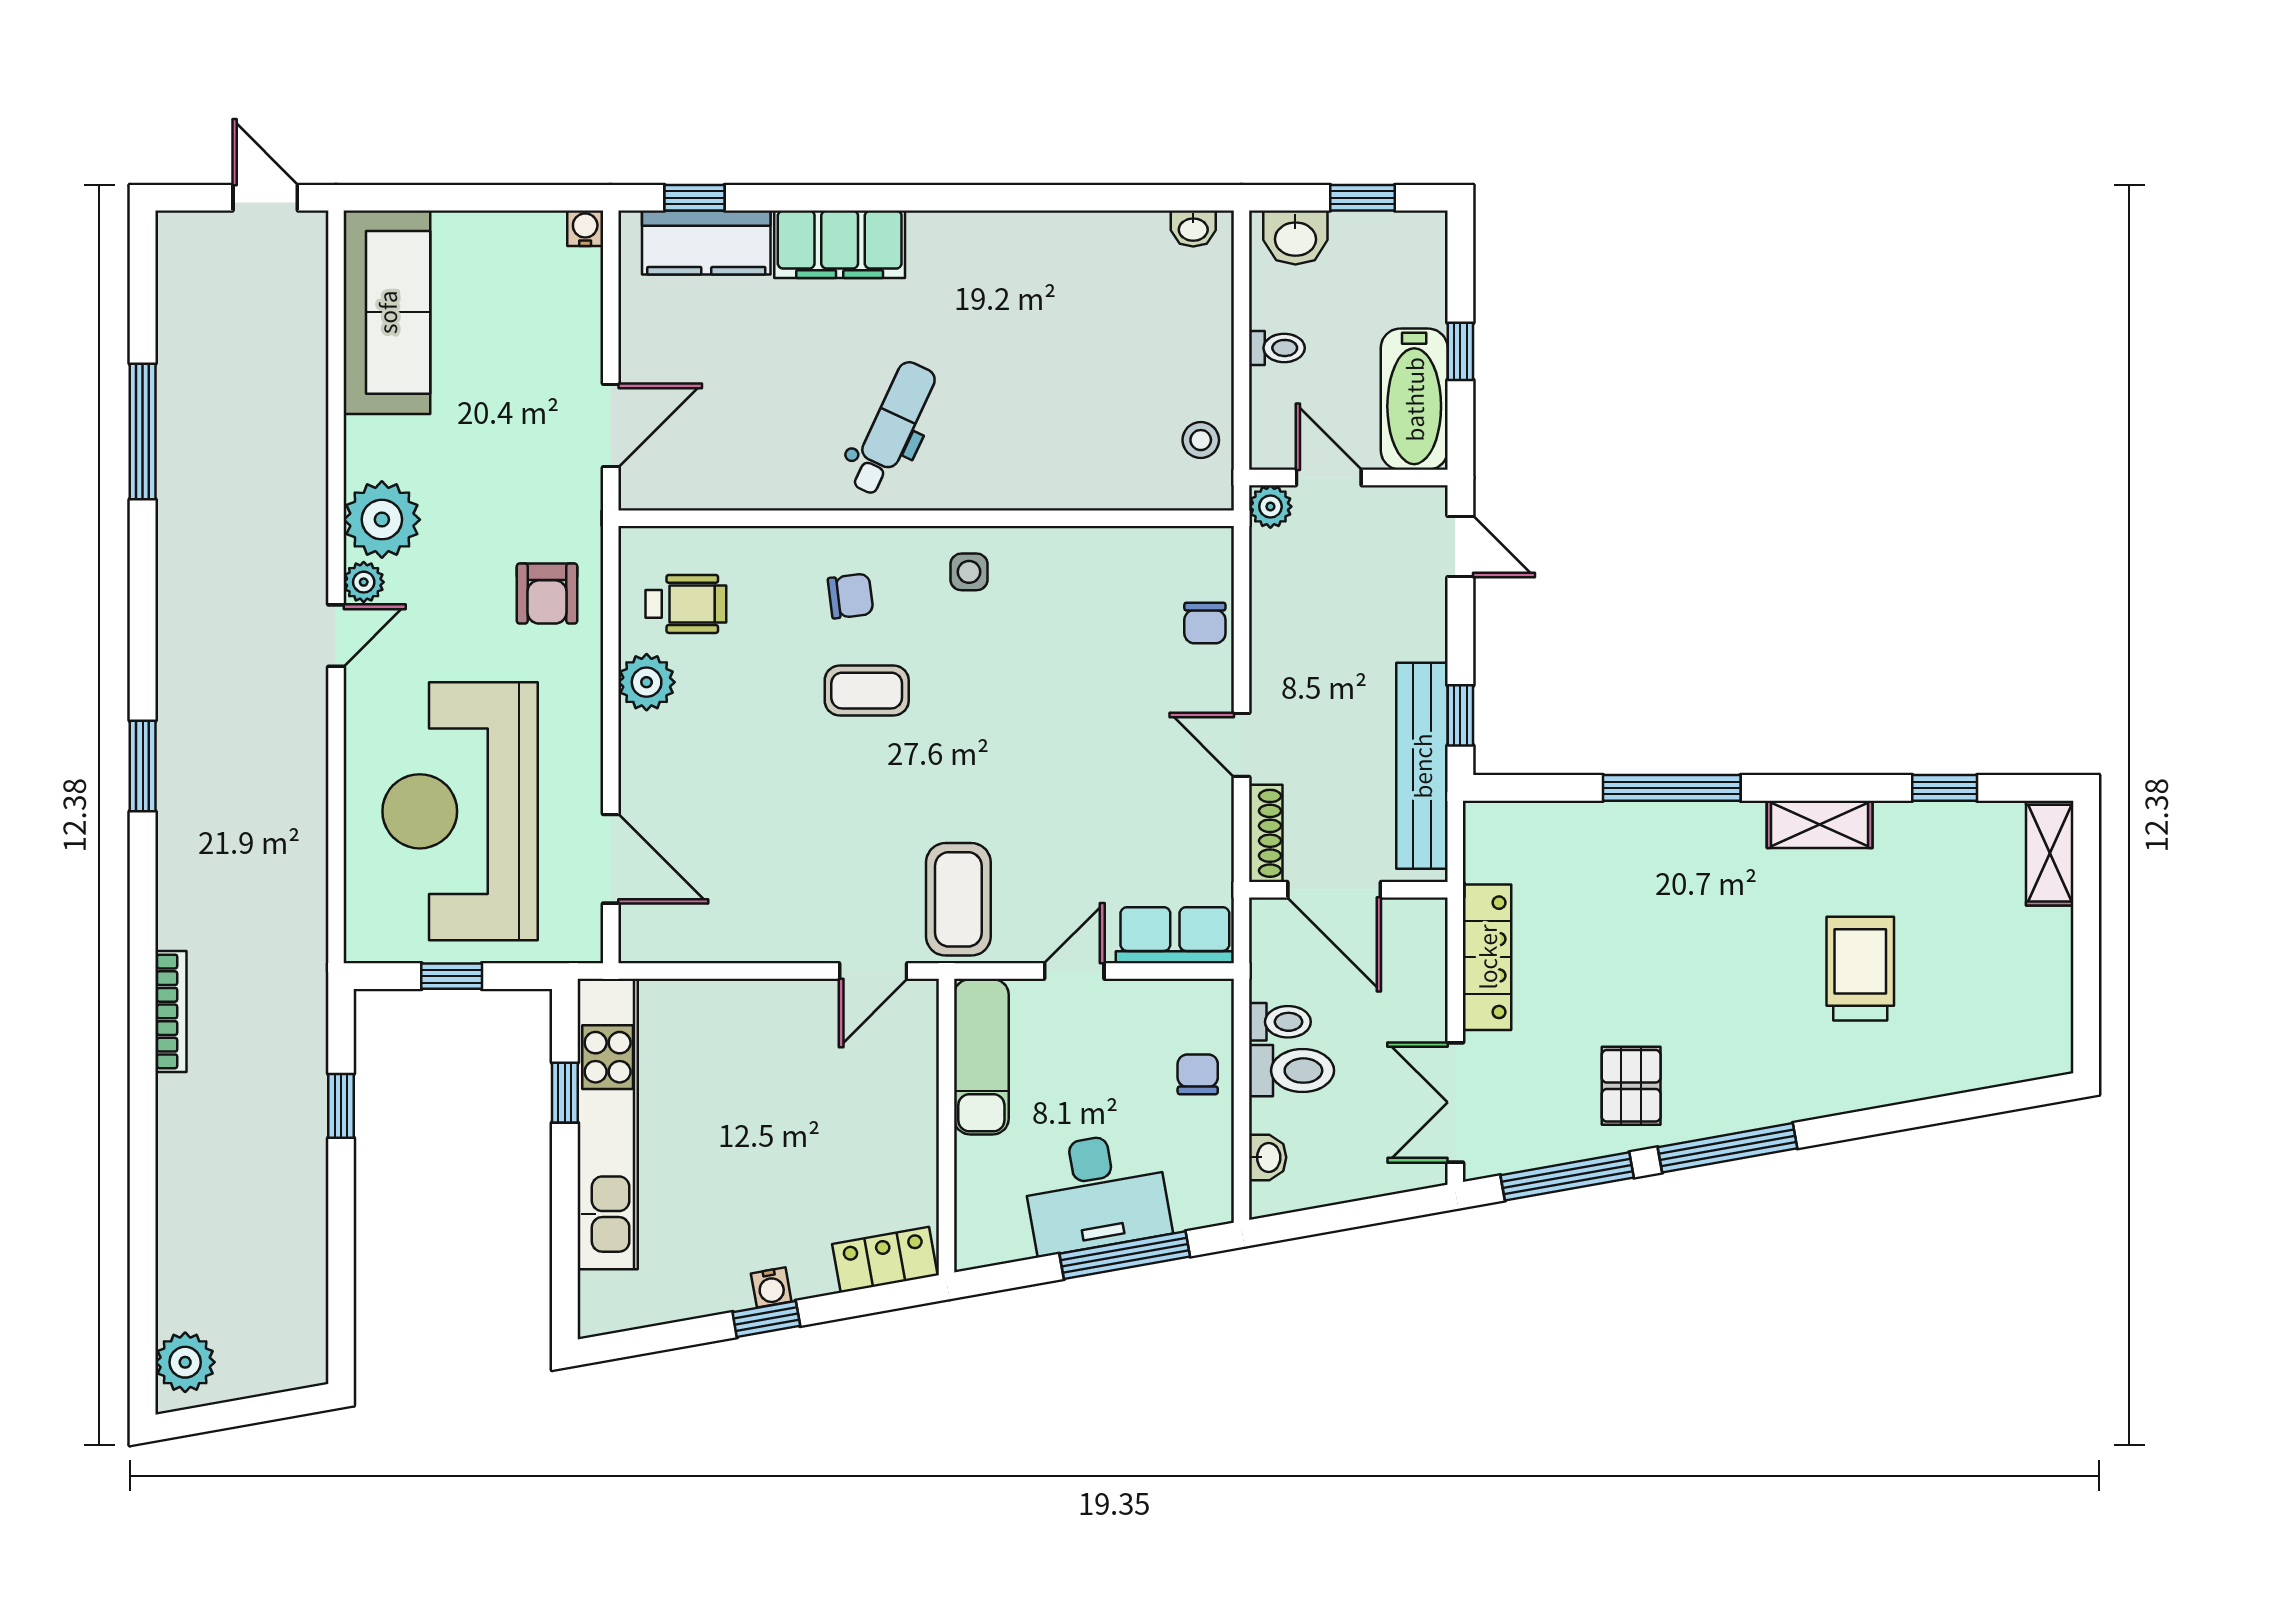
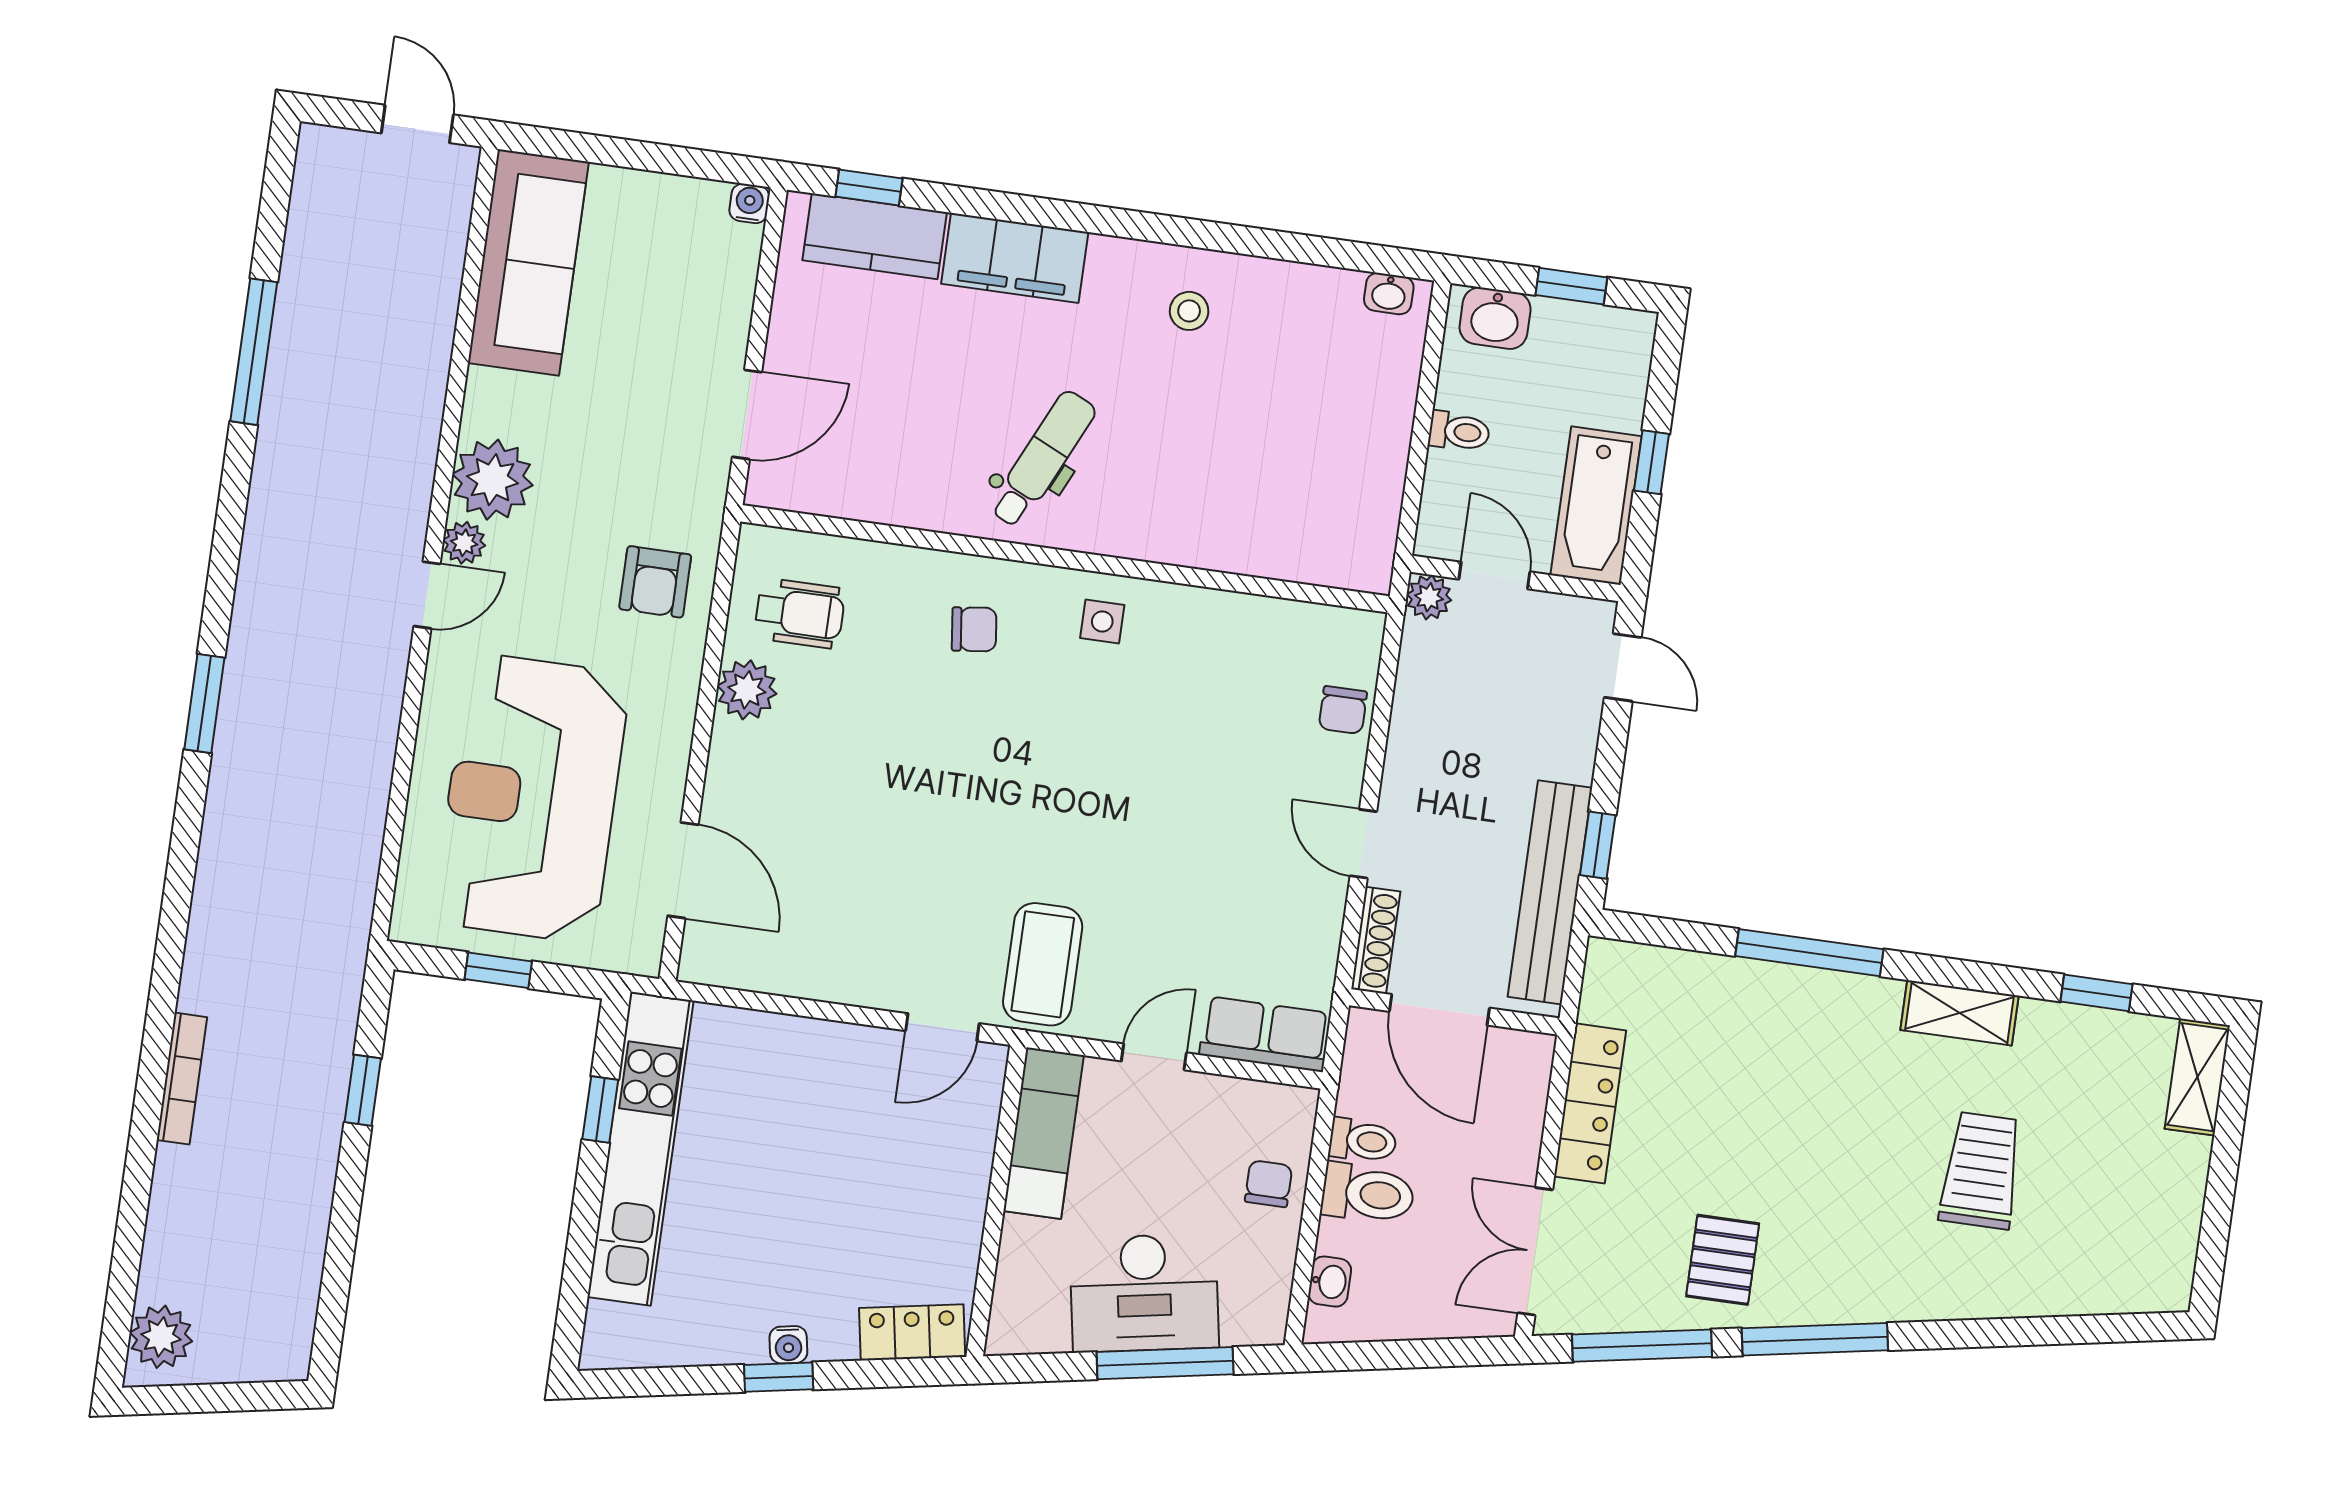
stool: (1201, 440) -> (1189, 311), moved
coffee table: (867, 691) -> (977, 731), removed
bookcase: (171, 1011) -> (182, 1079), moved

